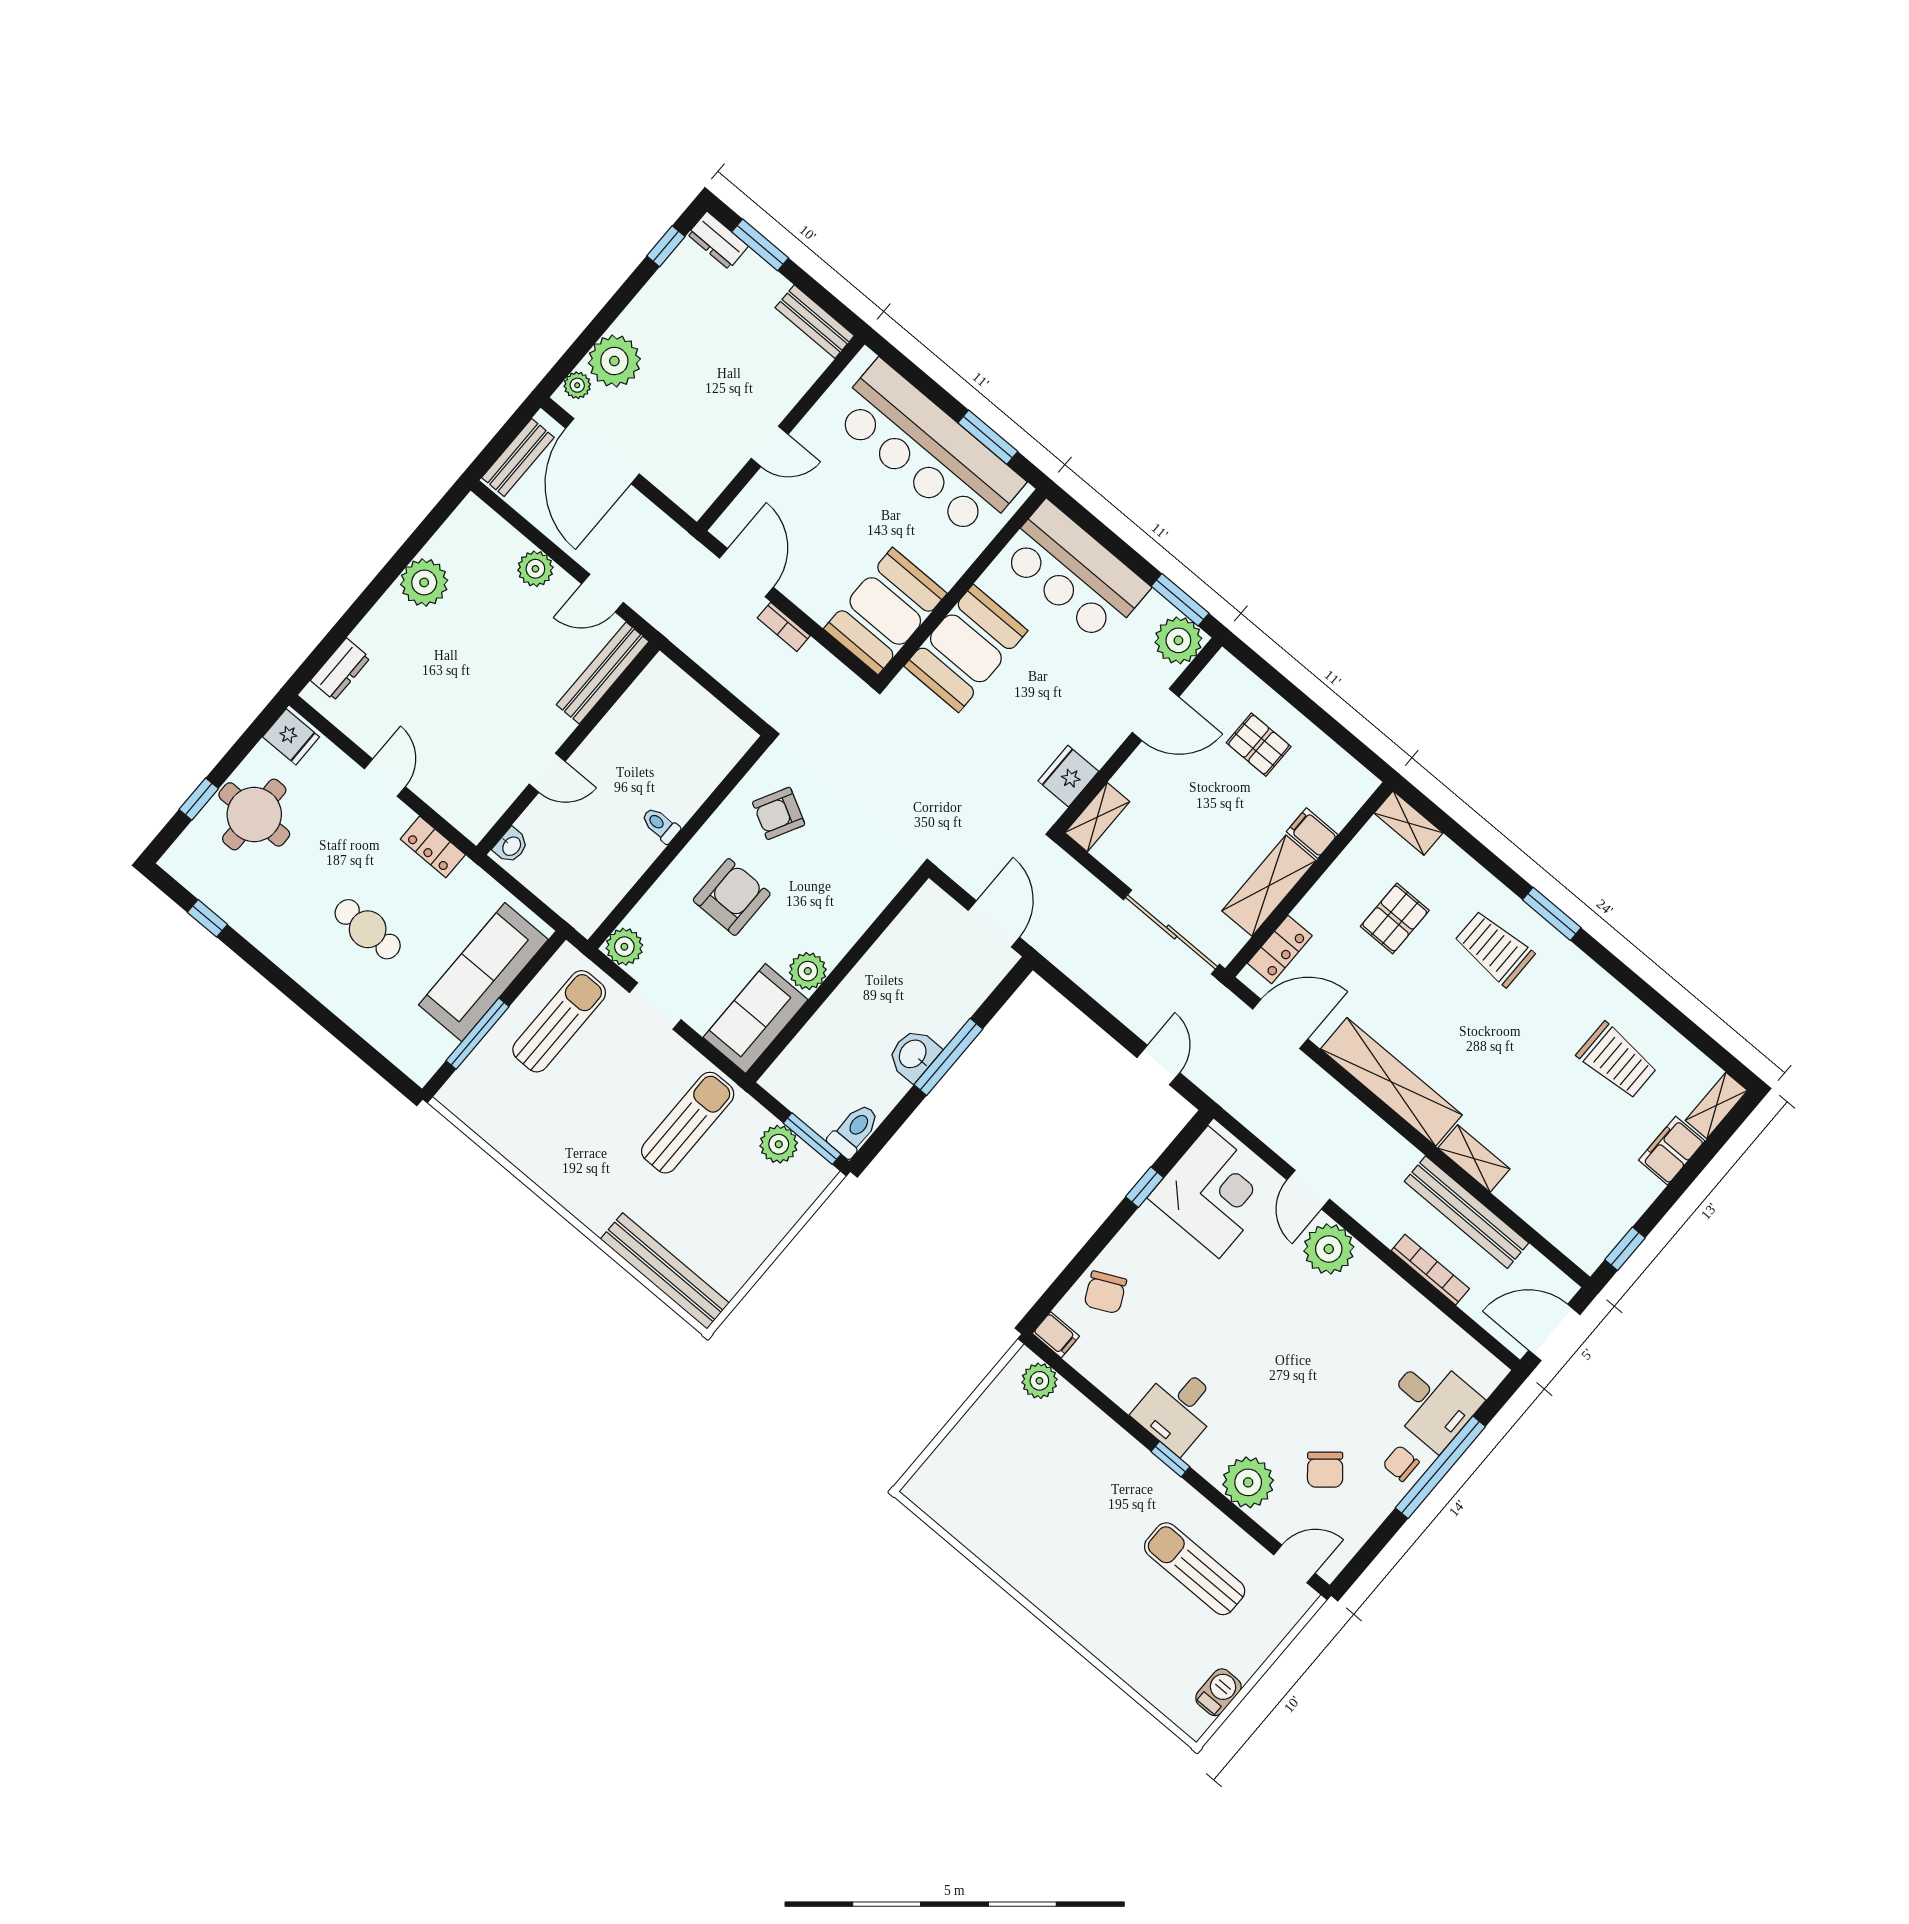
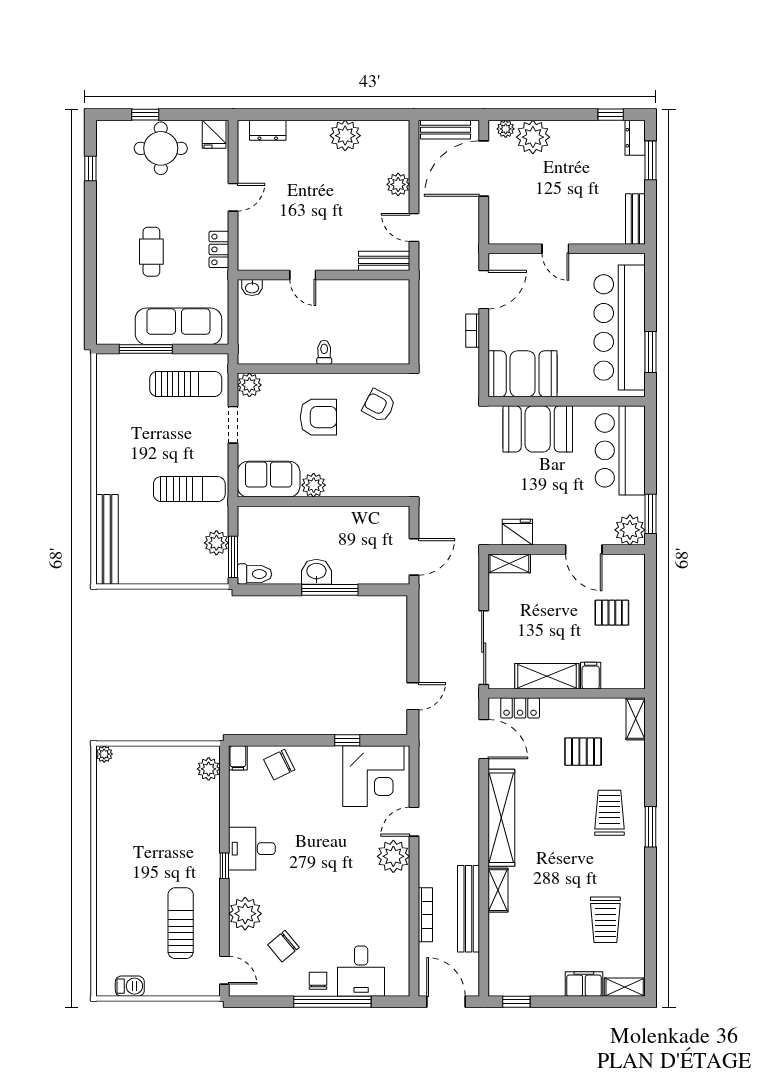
bench: (603, 673) -> (384, 261), width x0.73
pallet: (1259, 745) -> (612, 613), turned 90
plant: (917, 1490) -> (104, 754), added

